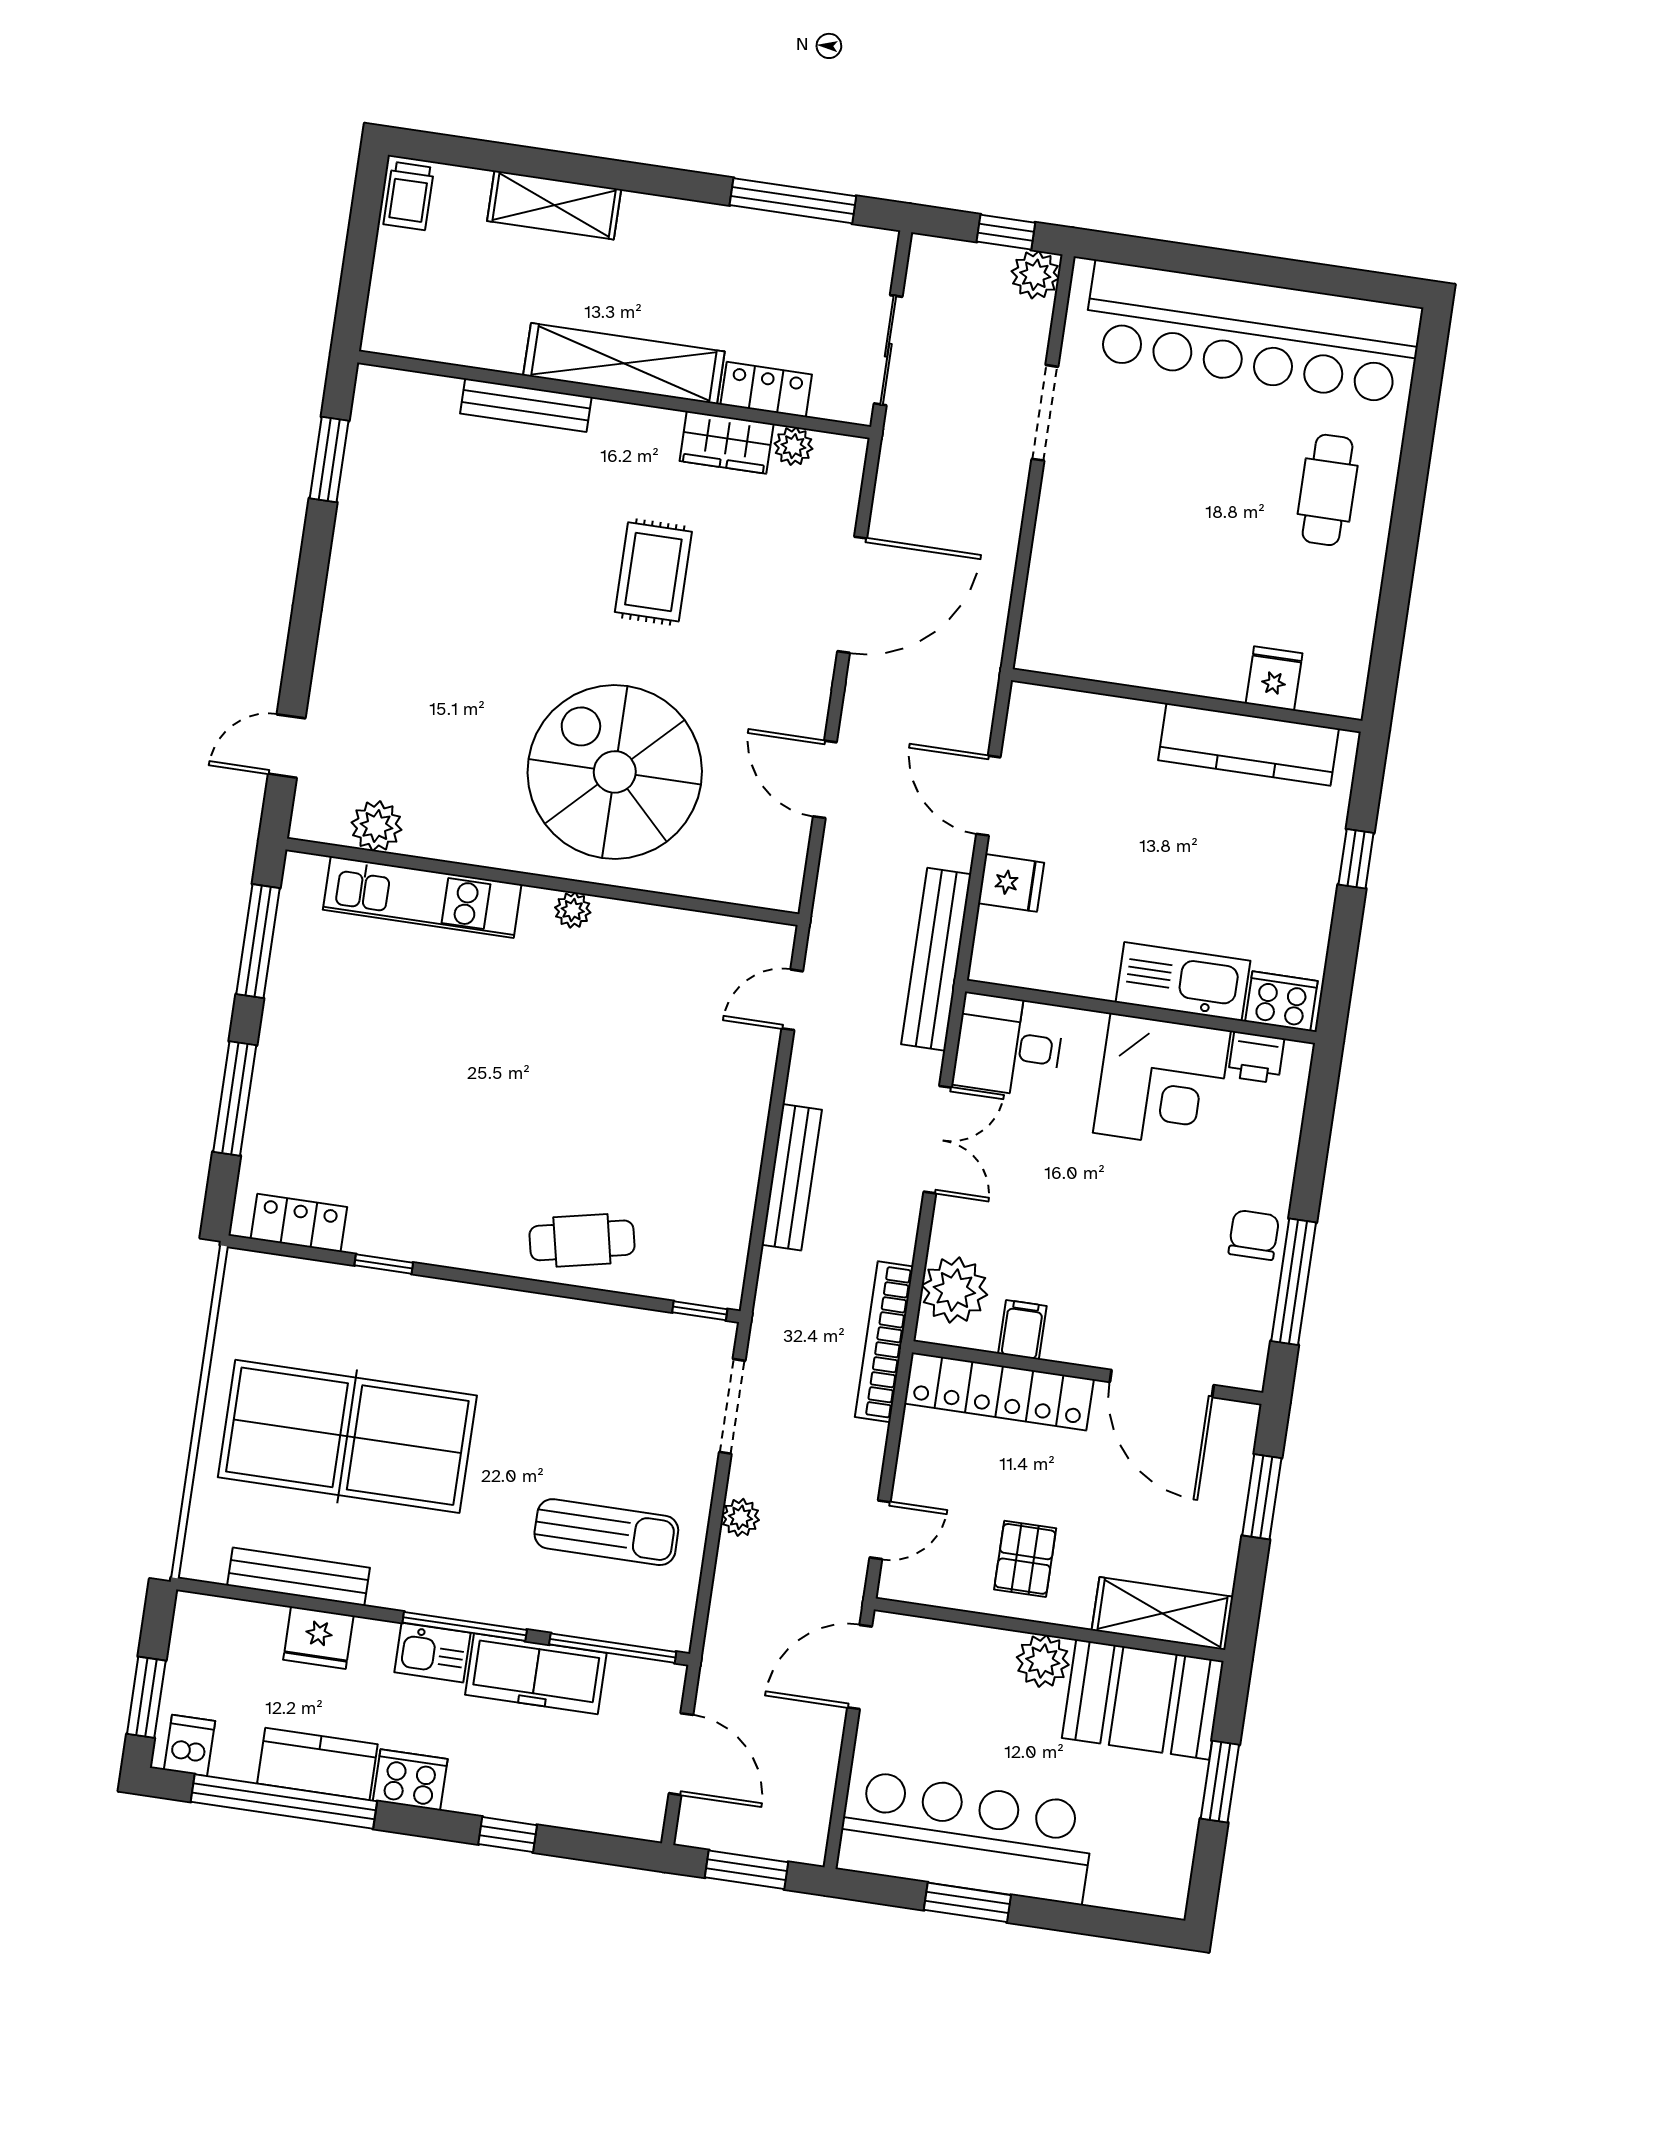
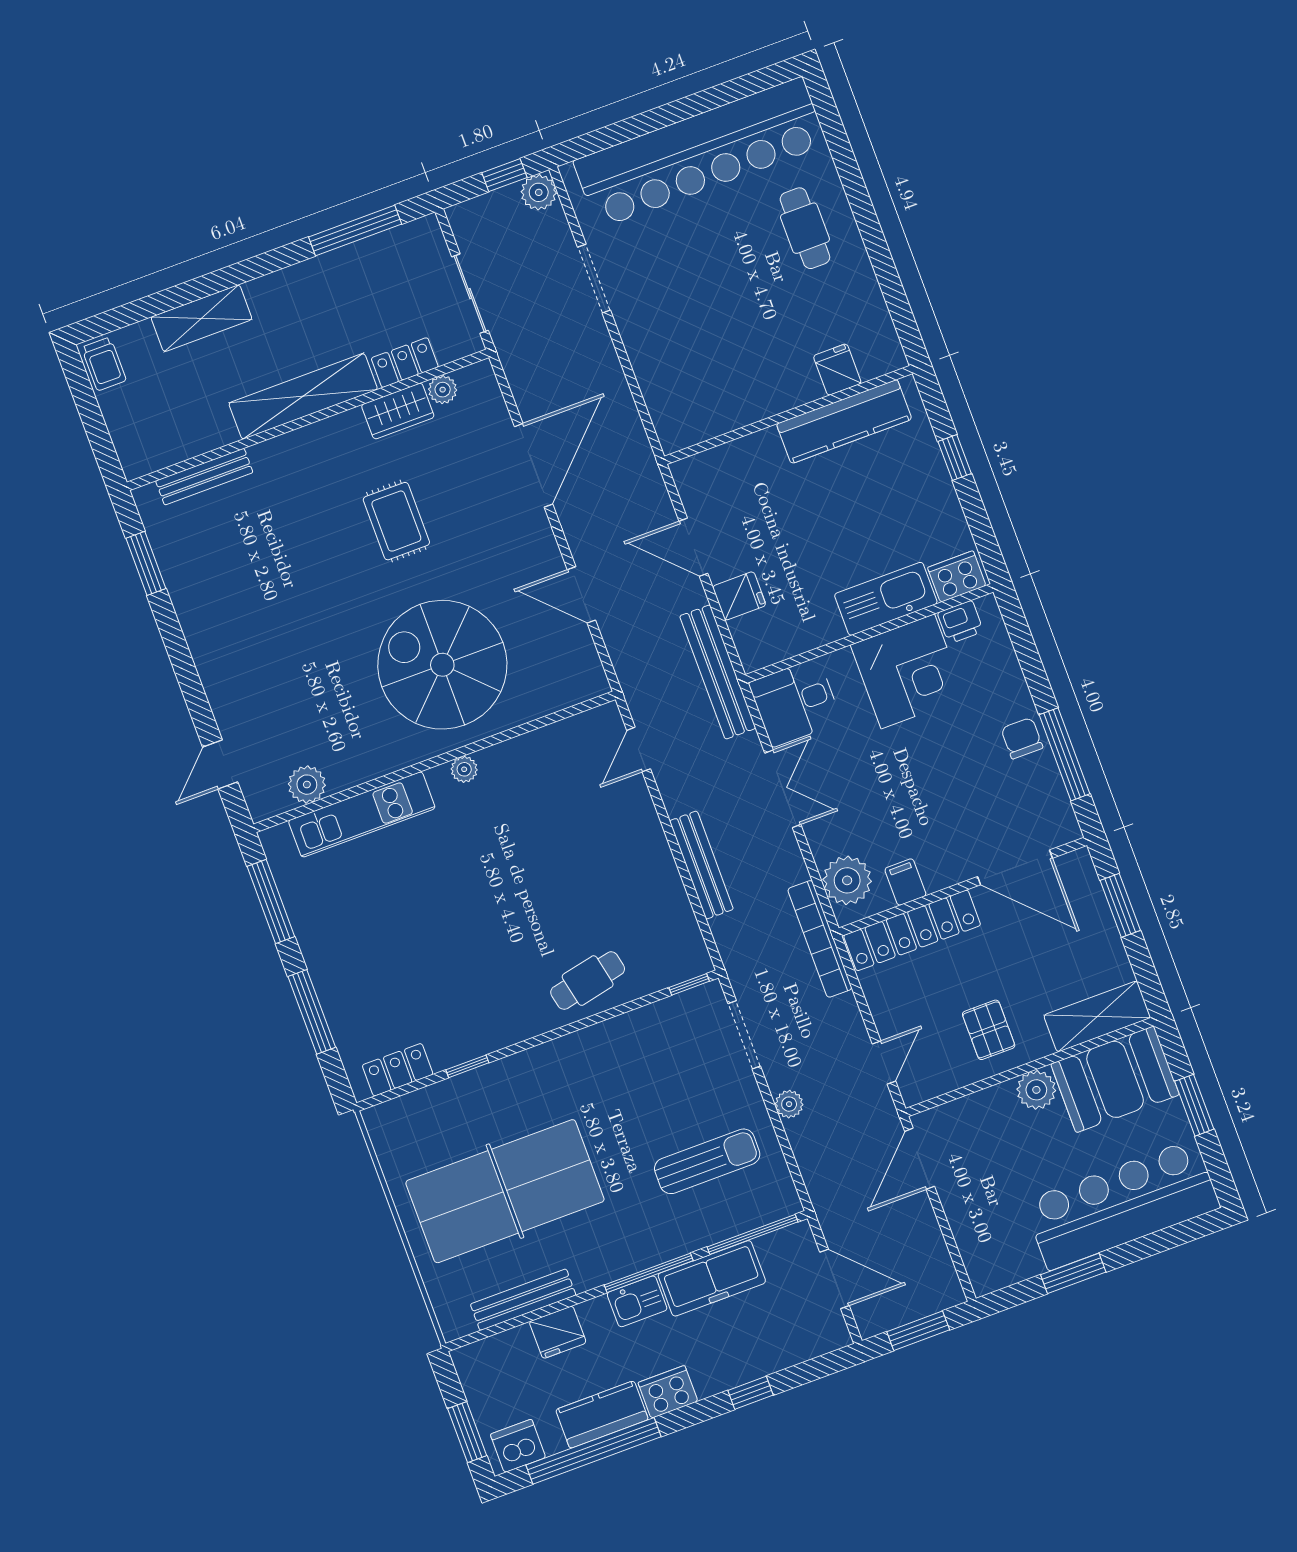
bench: (526, 405) -> (204, 477), moved
dishwasher: (190, 1745) -> (518, 1446), width x1.38
bar counter: (966, 1837) -> (1122, 1205), moved

